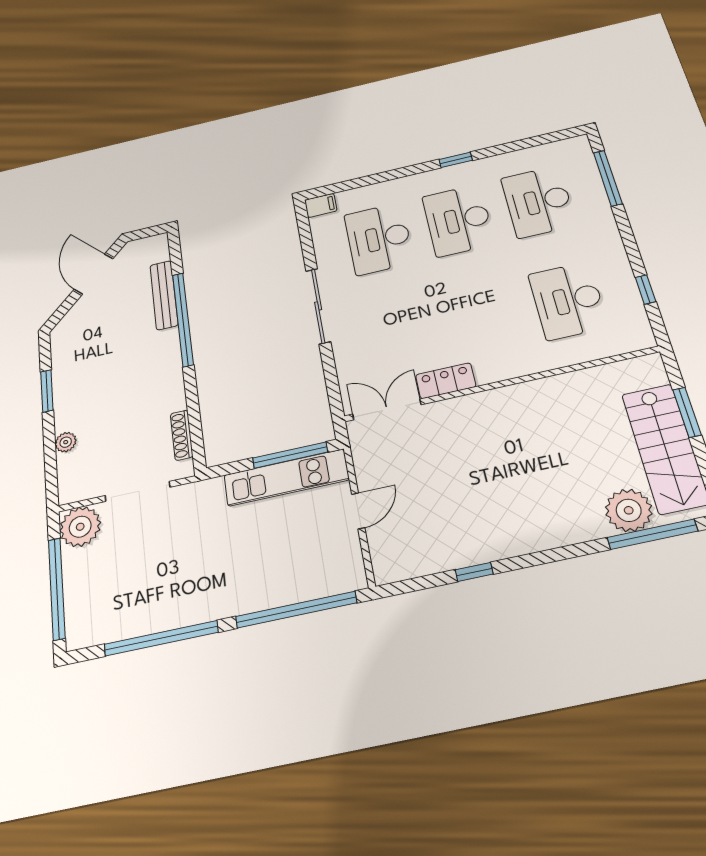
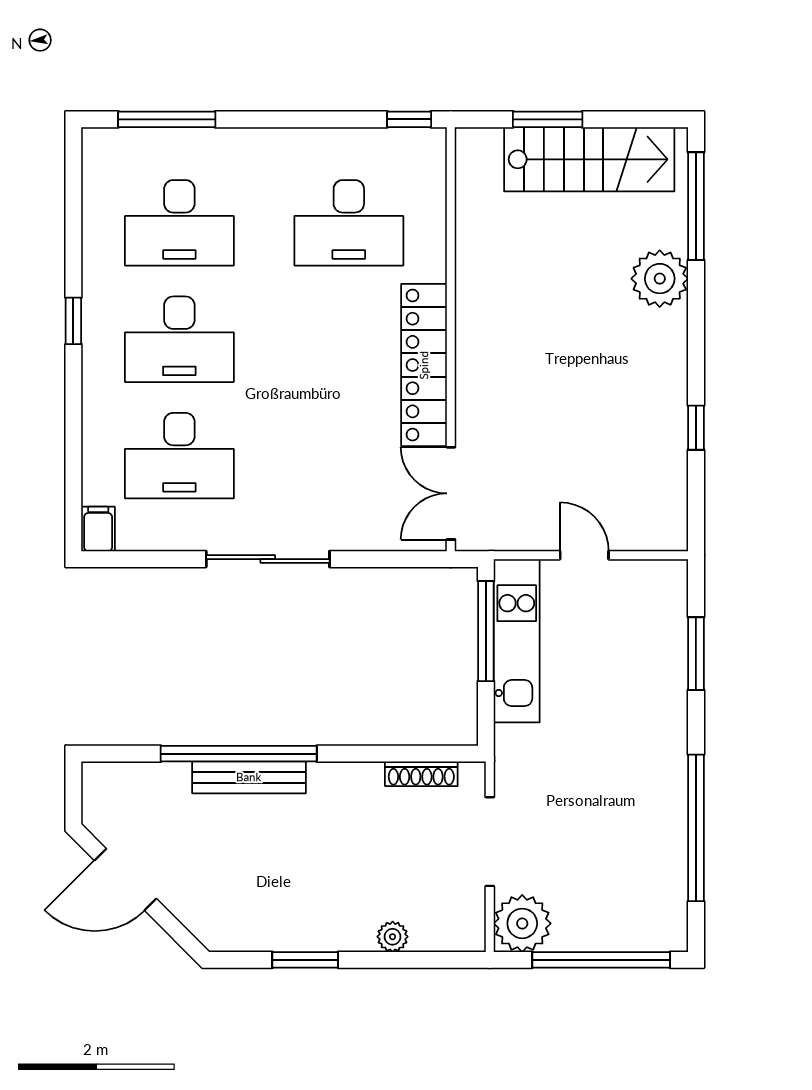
window: (645, 290) -> (409, 119), moved
bench: (164, 295) -> (249, 777), moved
locker: (446, 381) -> (424, 365), width x2.16, depth x1.21
plant: (629, 510) -> (660, 279), moved
window: (296, 610) -> (696, 654), width x0.47

